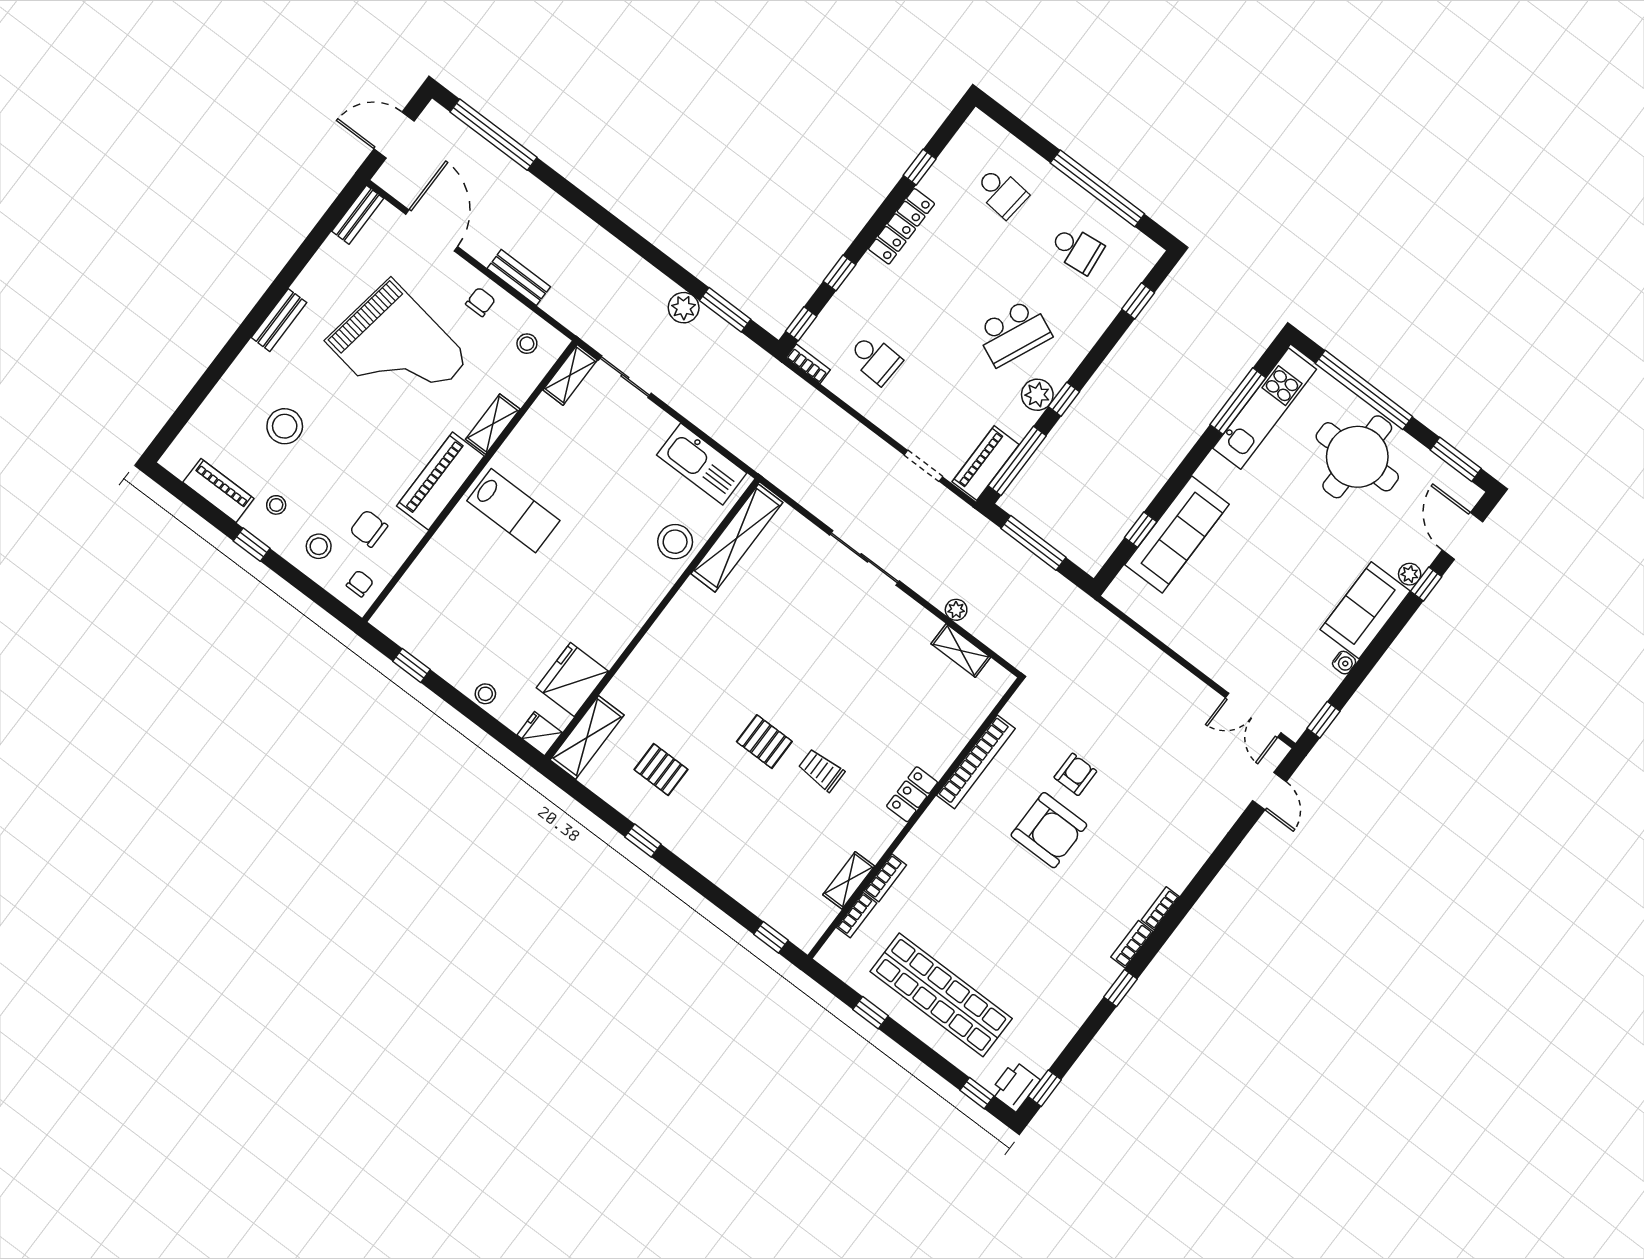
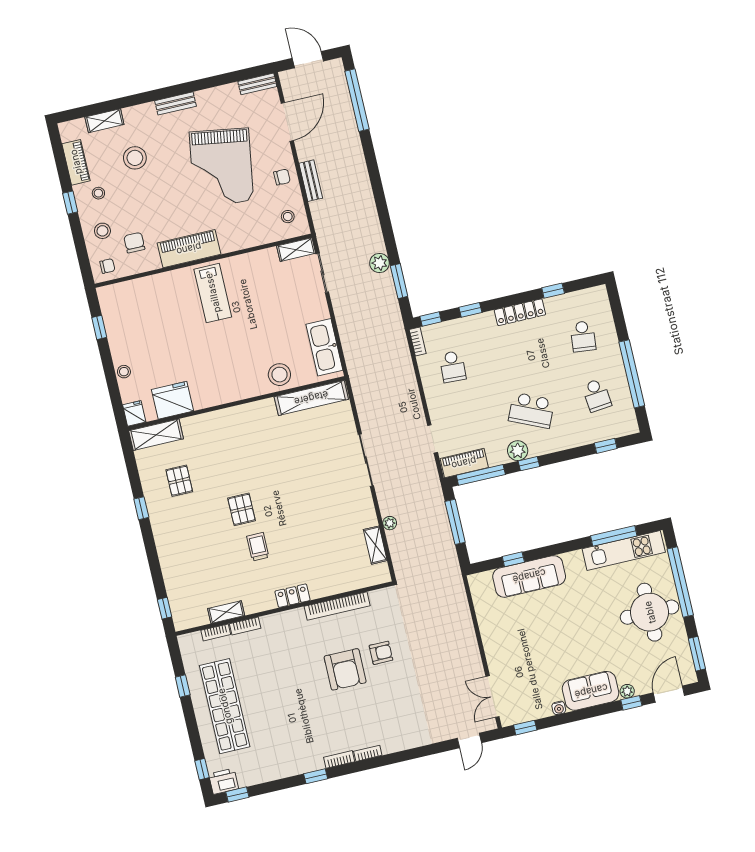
shelving: (493, 424) -> (104, 121), moved

